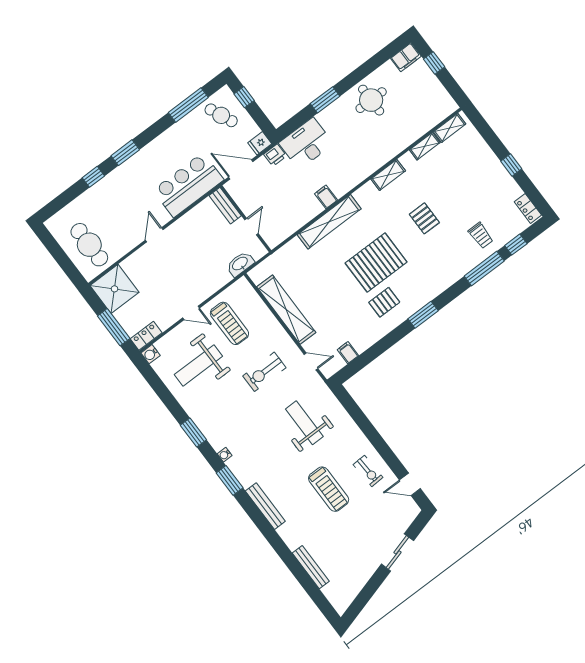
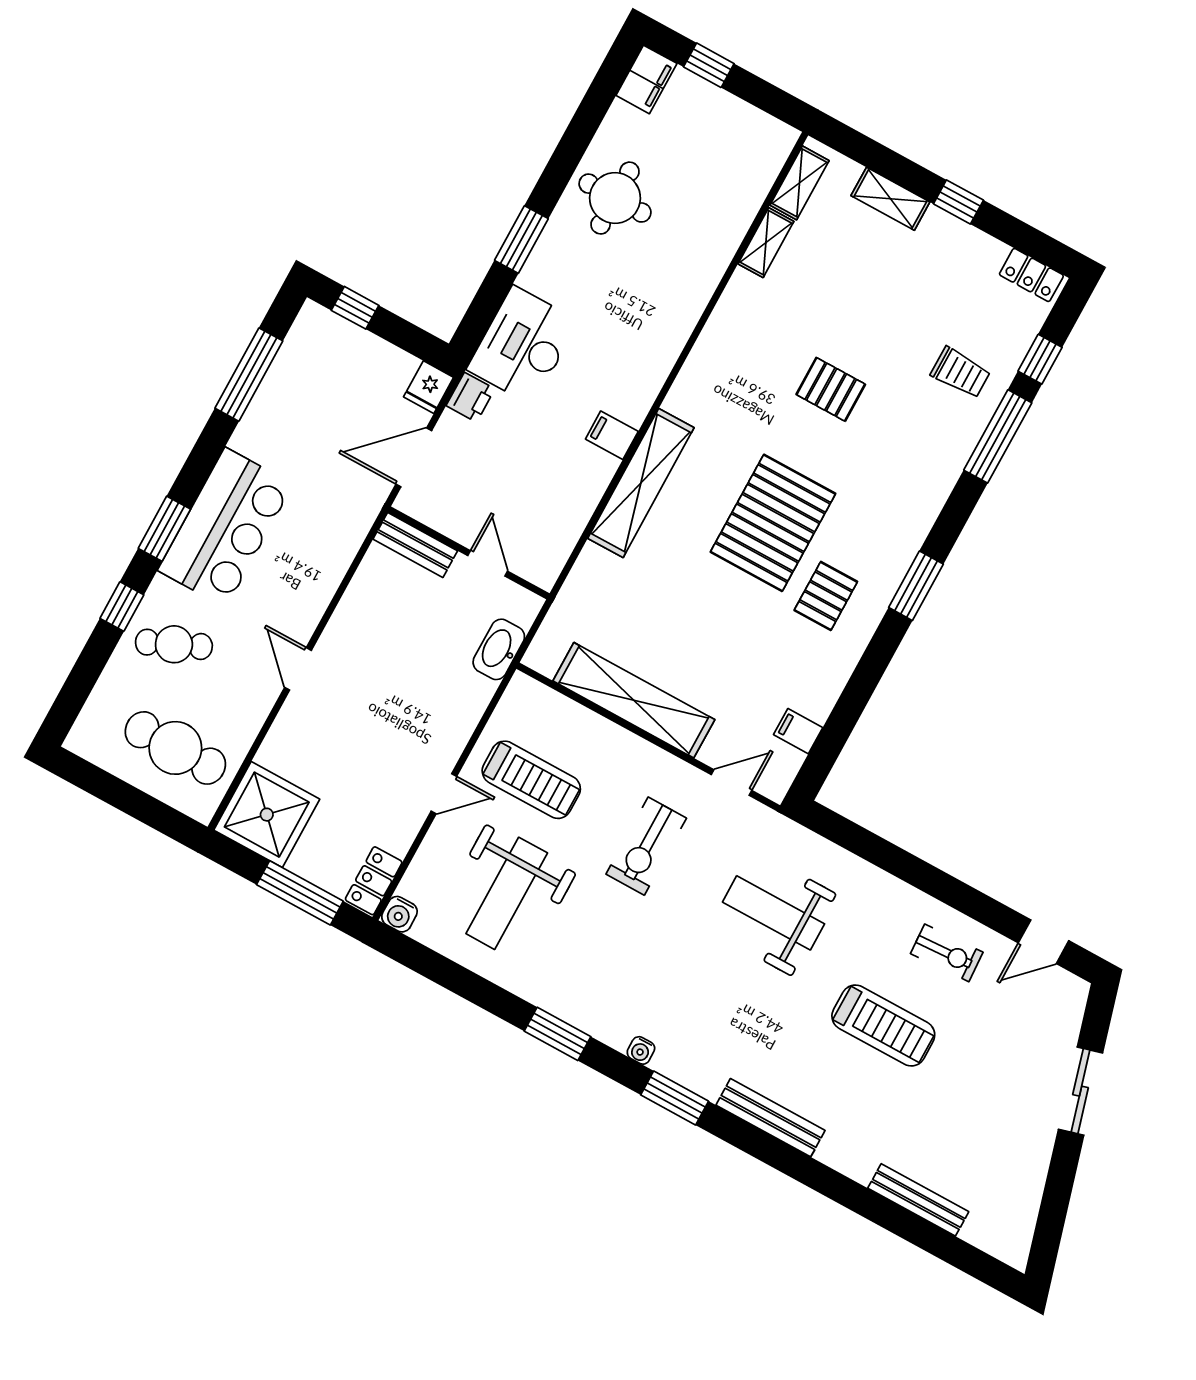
cafe table: (221, 115) -> (174, 644), moved
shelving: (388, 175) -> (890, 199), moved, turned 90
bar counter: (188, 185) -> (225, 527), moved, turned 180

